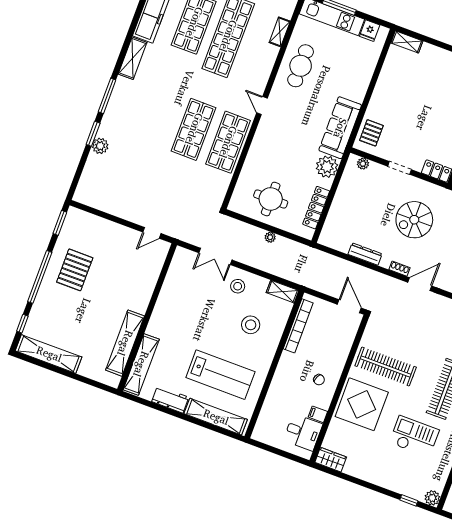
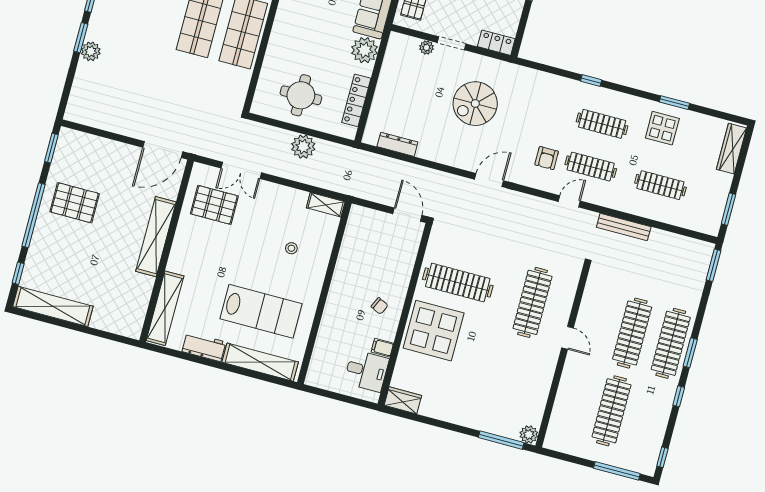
plant: (363, 164) -> (427, 47), moved
door: (152, 233) -> (163, 149), width x1.88
plant: (270, 237) -> (303, 147), width x1.87, depth x1.87
dresser: (365, 254) -> (397, 144), moved
shoe rack: (399, 269) -> (463, 164), removed
pallet: (75, 270) -> (75, 203), turned 90
pallet: (190, 283) -> (214, 205), added
stool: (238, 286) -> (271, 203), removed
stool: (251, 325) -> (291, 248), width x0.53, depth x0.53
bookcase: (298, 326) -> (348, 244), removed
shelving: (125, 343) -> (156, 237), moved
checkout: (414, 436) -> (500, 363), removed
window: (409, 500) -> (501, 440), width x2.17

